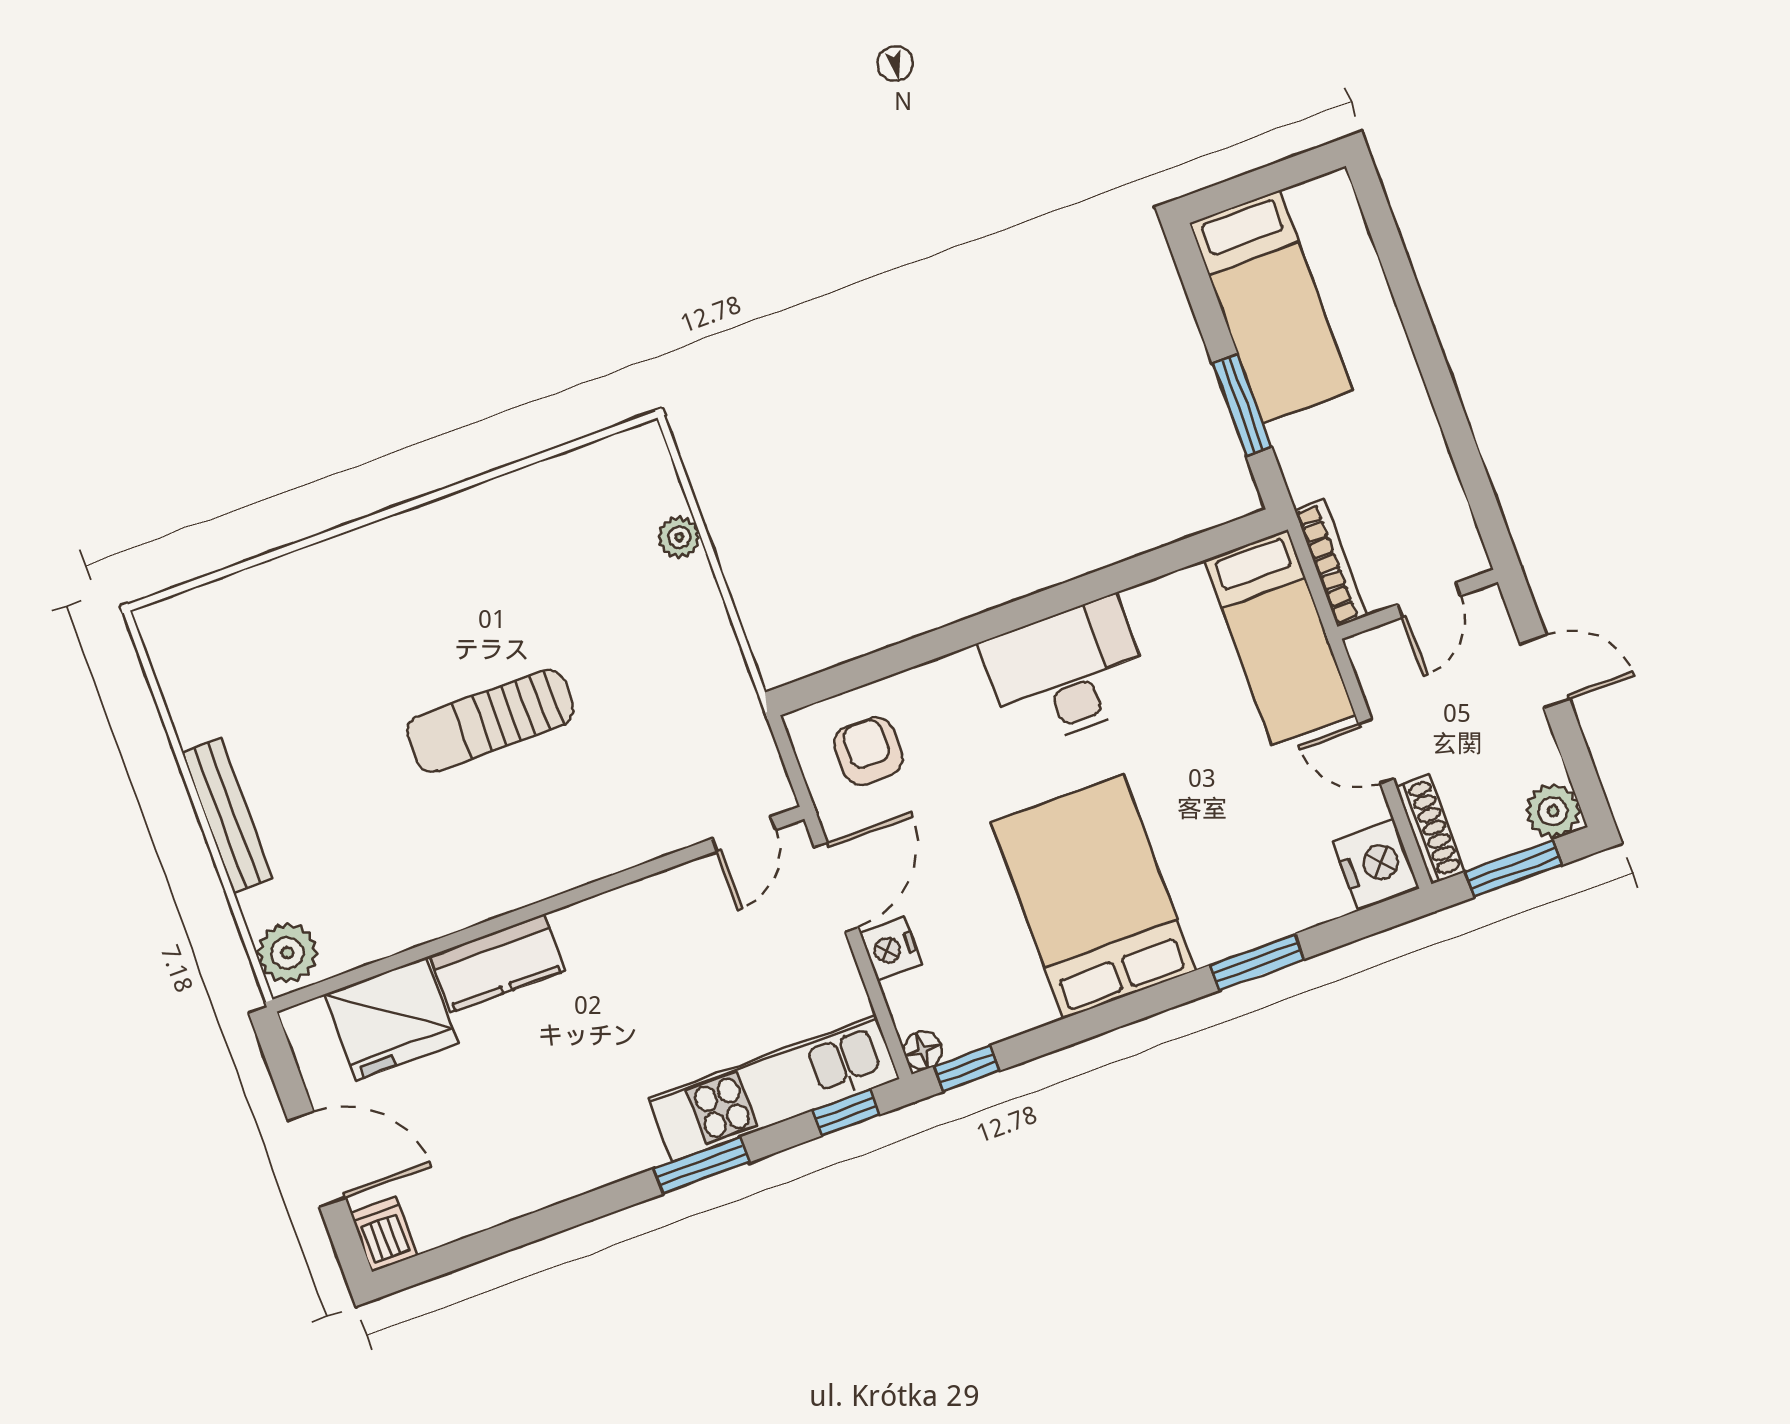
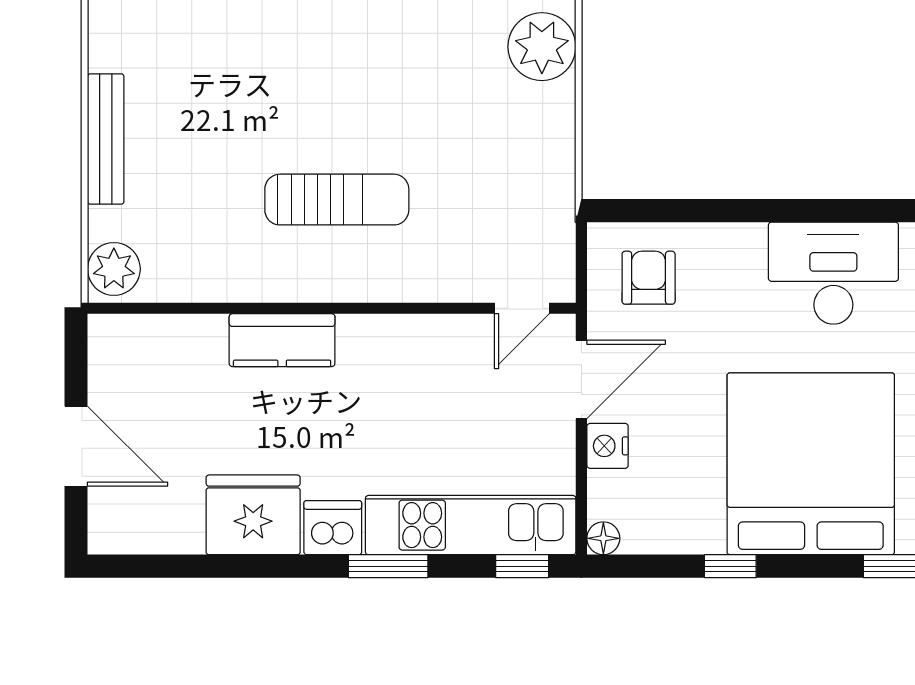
plant: (679, 537) -> (542, 47), width x1.88, depth x1.88
sun lounger: (490, 721) -> (337, 200), moved, turned 180
bed: (1093, 897) -> (811, 464), width x1.36
fridge: (391, 1019) -> (253, 515), moved, turned 180
window: (967, 1068) -> (730, 566), moved
dishwasher: (384, 1235) -> (333, 528), moved, width x1.38

